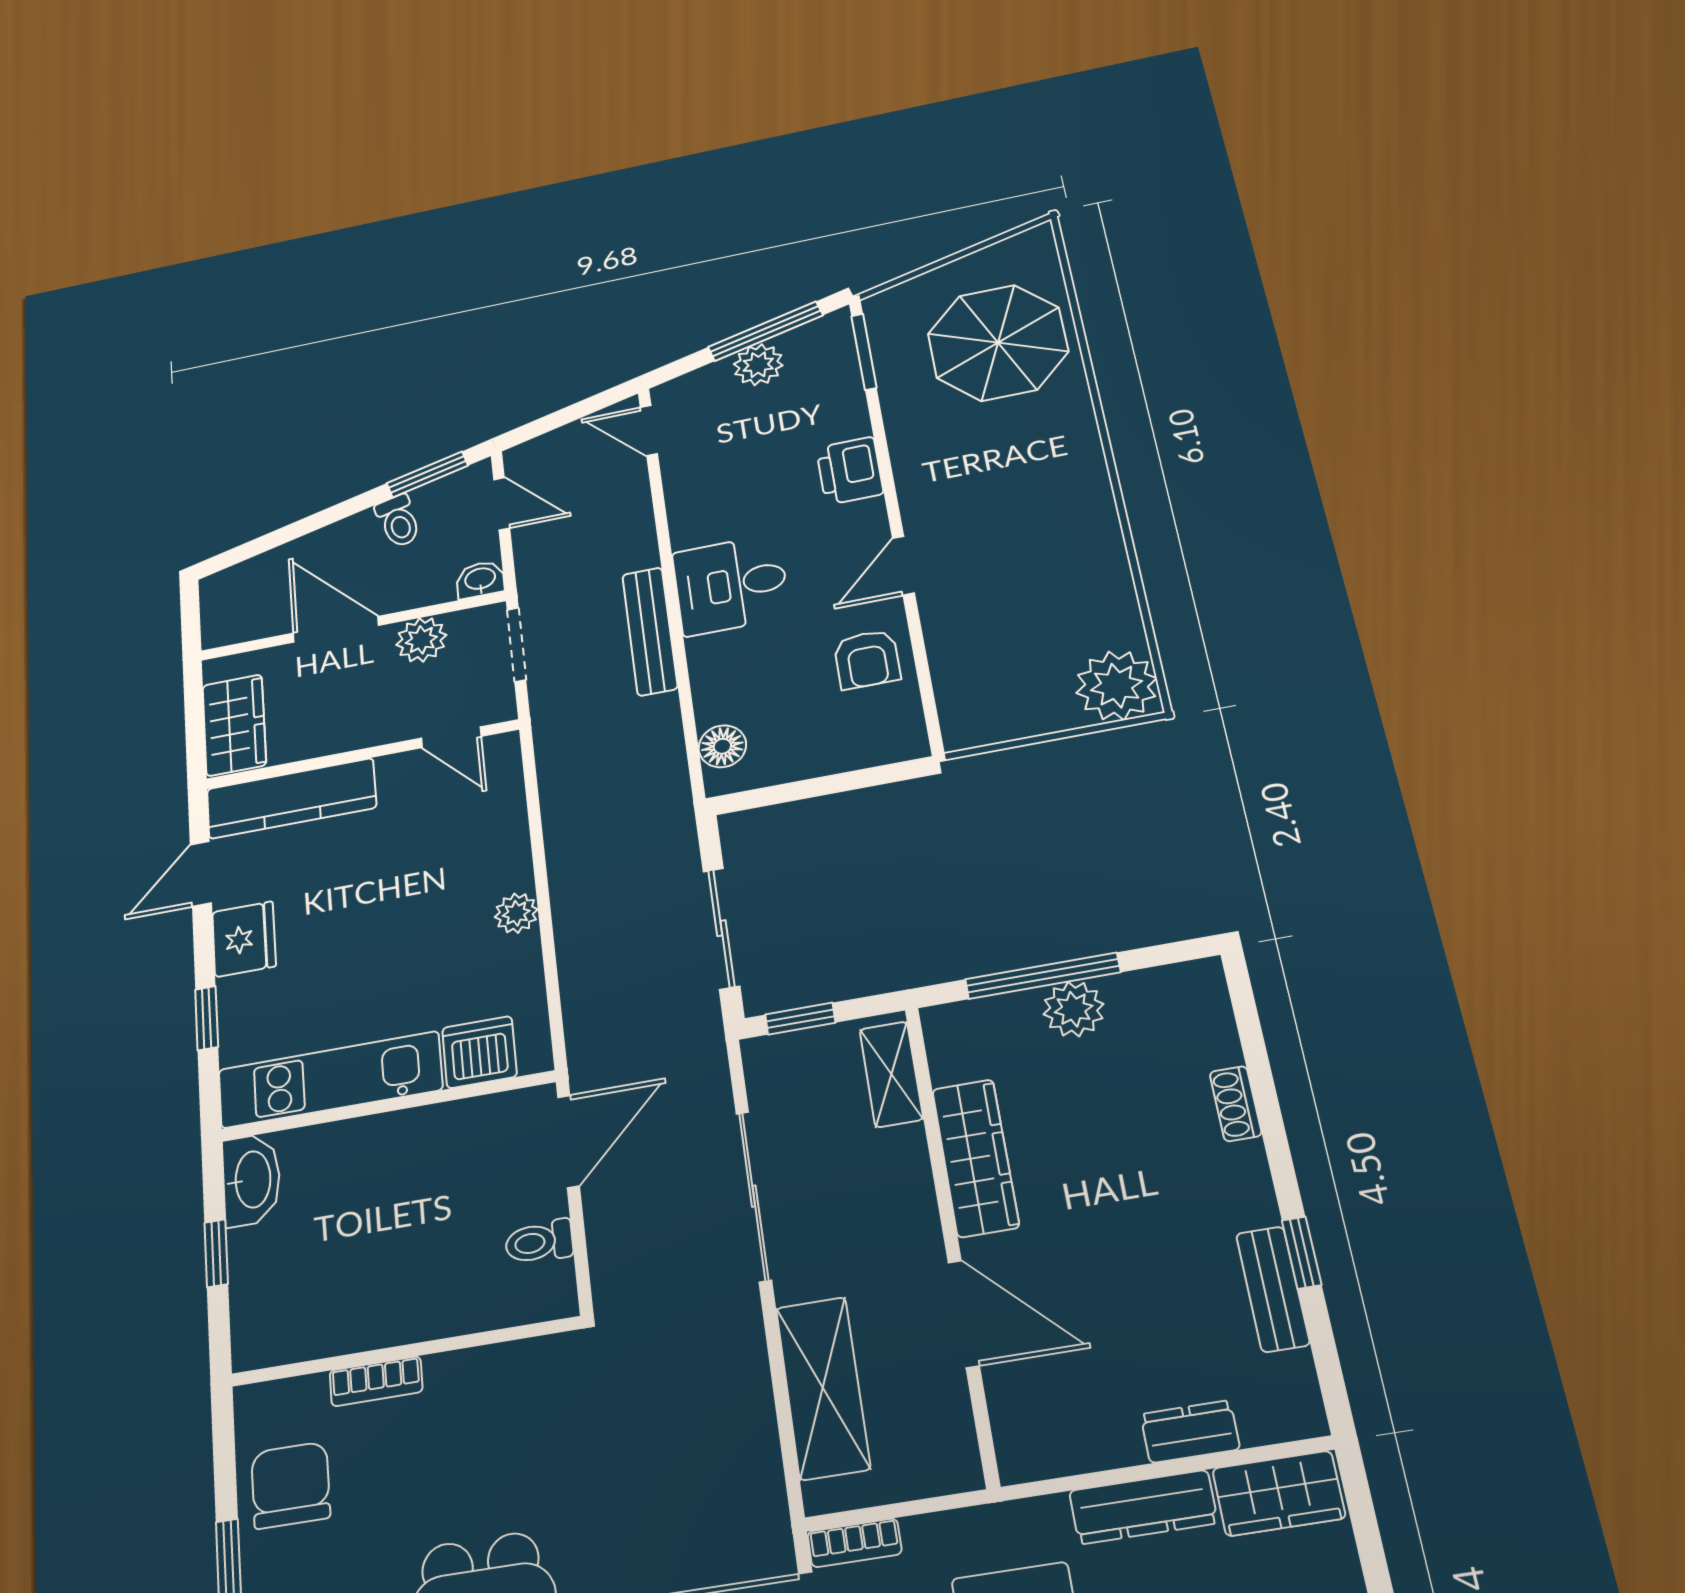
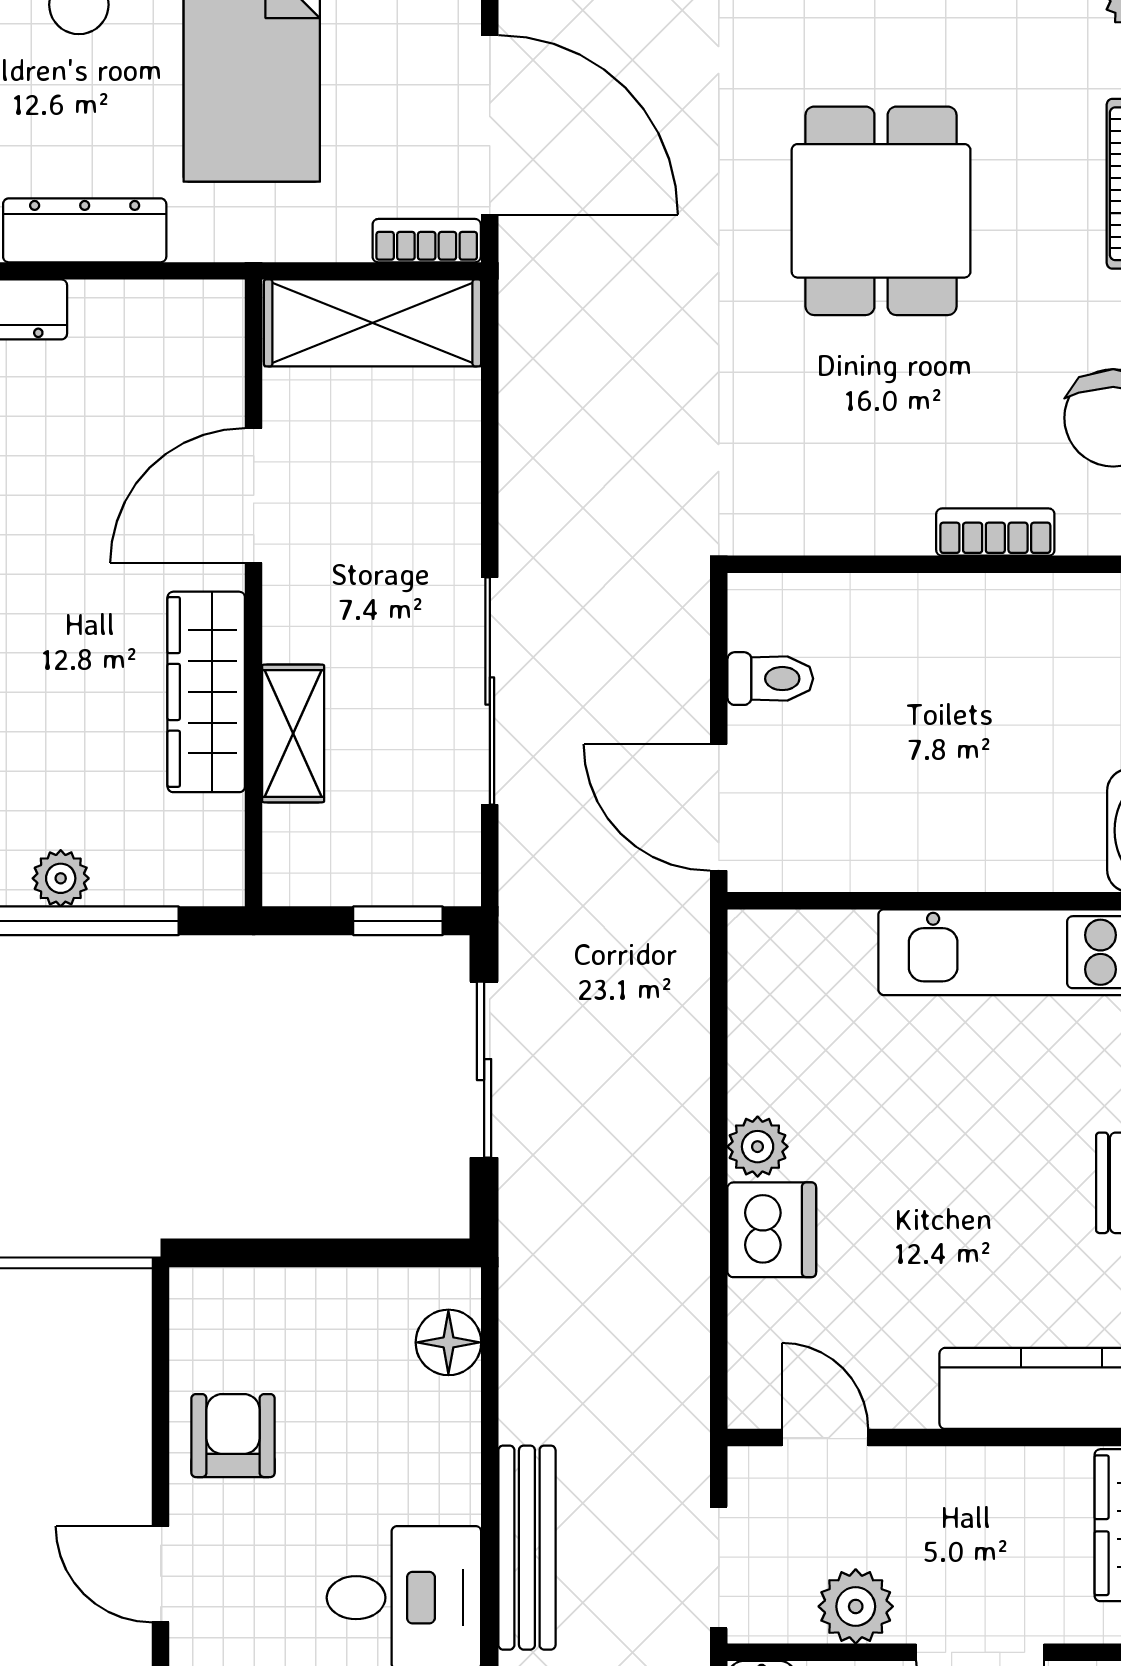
door: (903, 566) -> (161, 1574), swing flipped
plant: (1074, 1009) -> (61, 878), width x0.73, depth x0.73
dishwasher: (479, 1052) -> (772, 1230), moved, turned -90
shelving: (891, 1074) -> (293, 733), moved
door: (569, 1141) -> (719, 807), hinge flipped
door: (964, 1314) -> (254, 496), hinge flipped
shelving: (823, 1388) -> (372, 323), moved, turned 90

